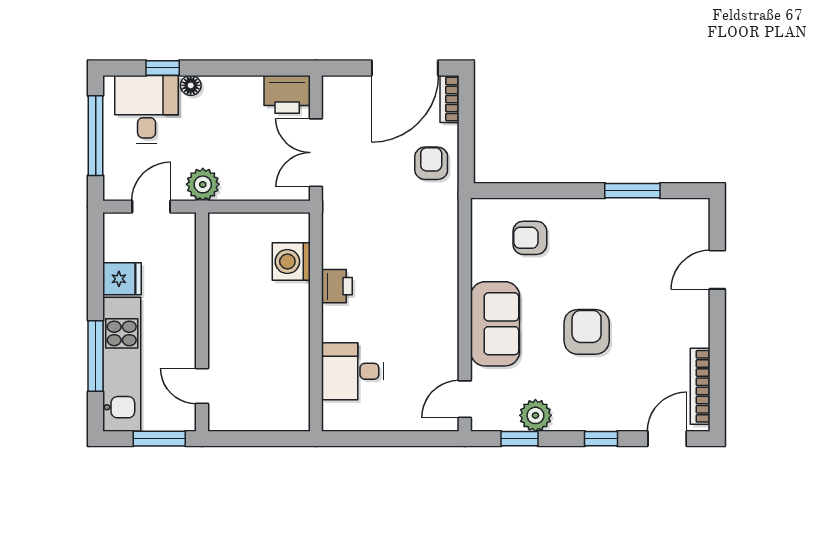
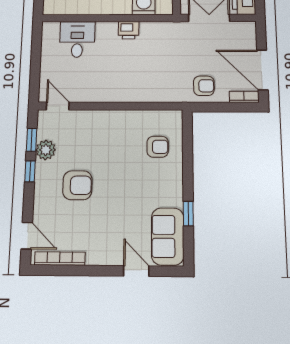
window: (632, 191) -> (188, 214), width x0.67
armchair: (530, 238) -> (158, 147), turned 90
sofa: (495, 324) -> (168, 236), moved, turned 90
armchair: (587, 332) -> (77, 185), moved
window: (601, 439) -> (30, 171), moved

